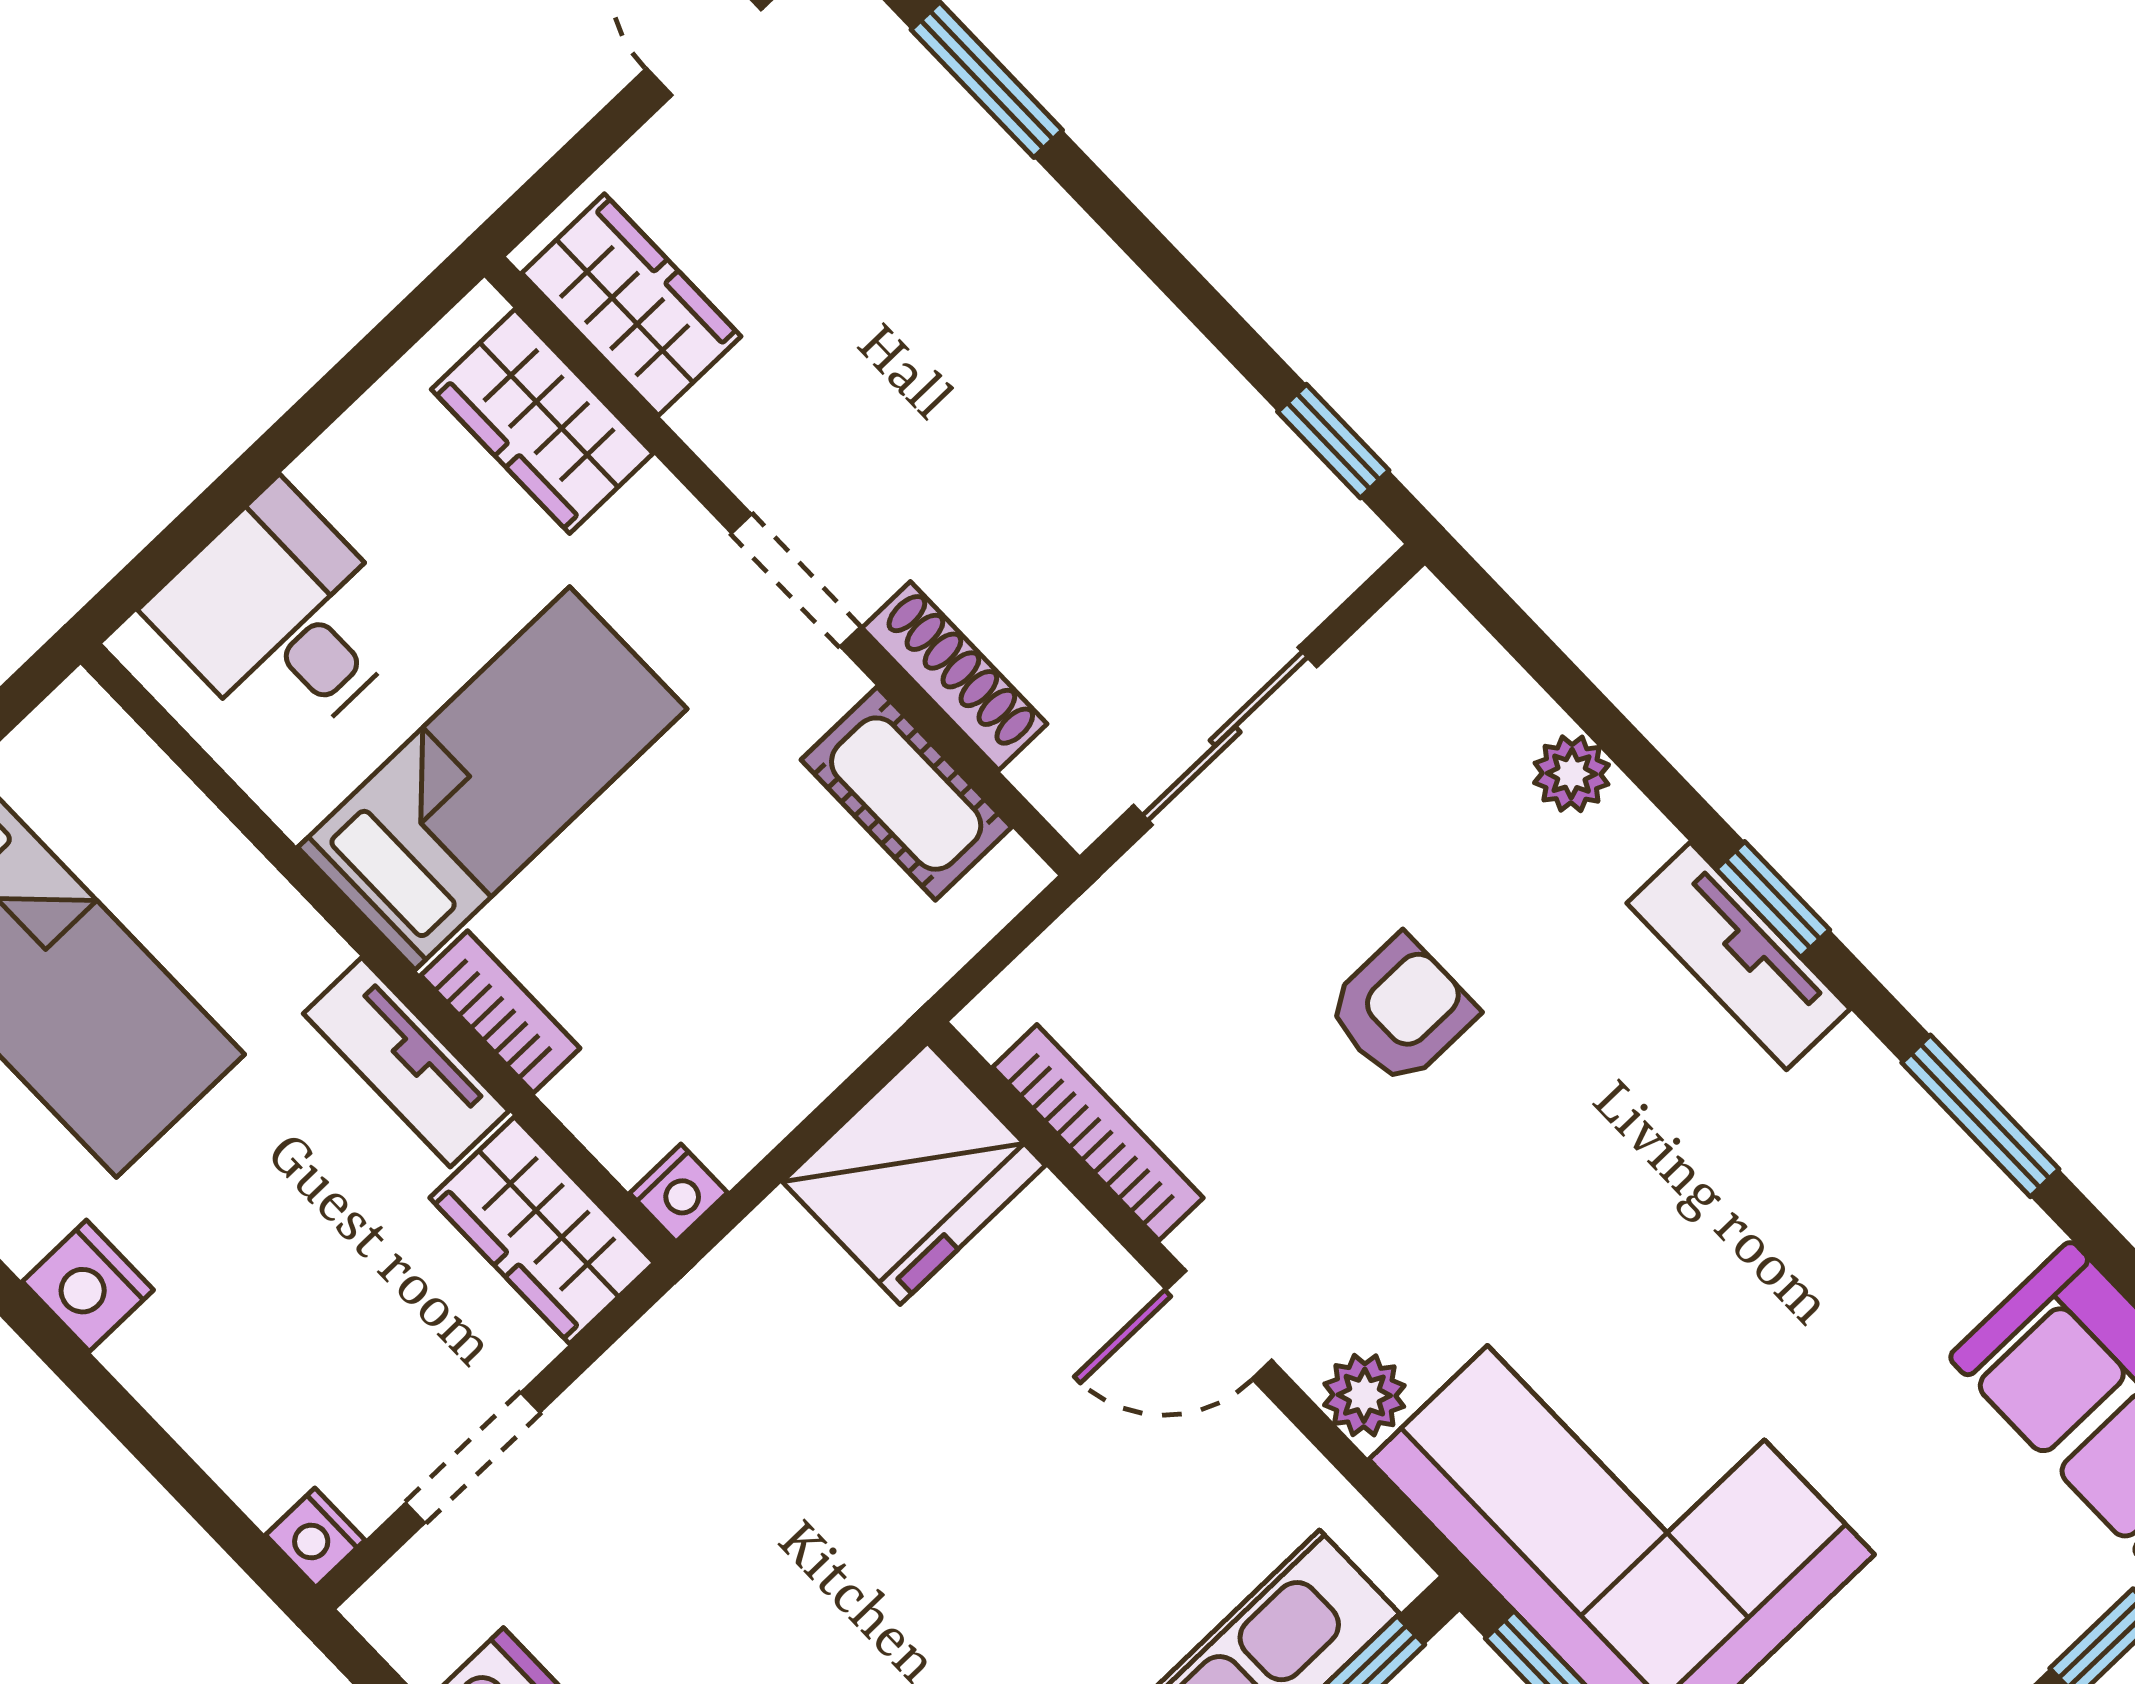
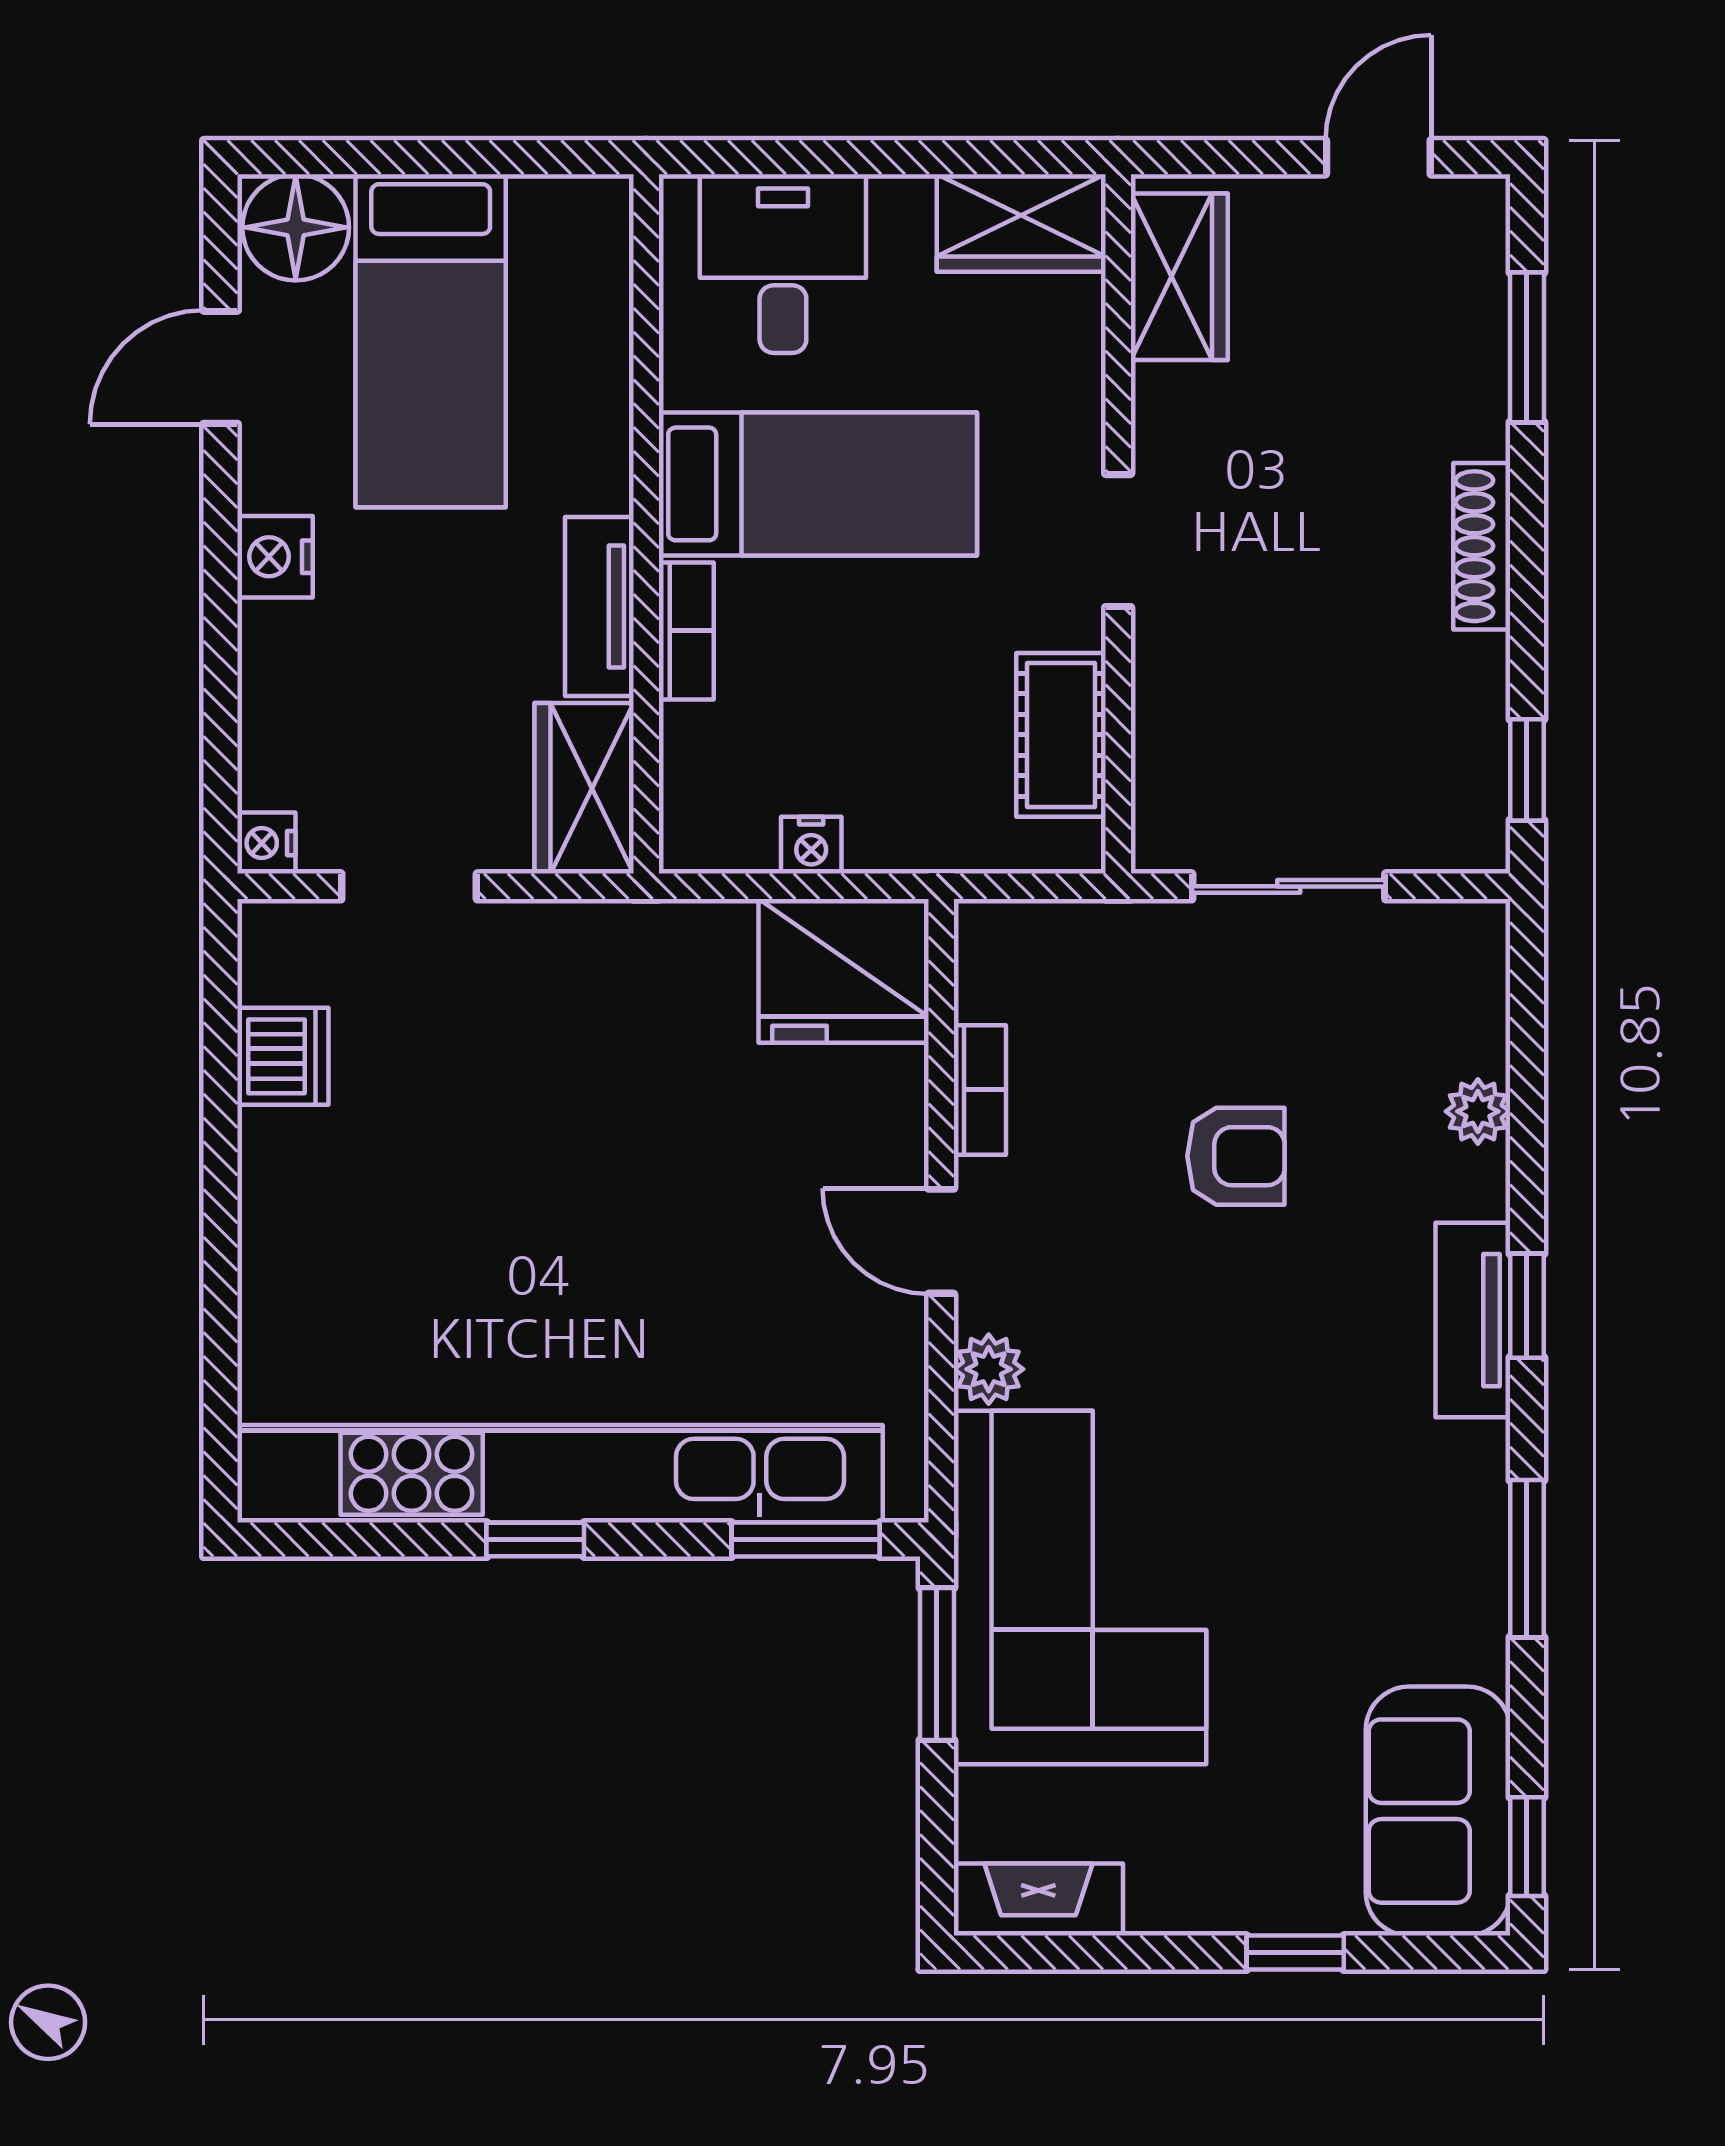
wardrobe: (542, 421) -> (1021, 223), moved, turned -90
shoe rack: (955, 676) -> (1482, 546), moved, turned 180
bookcase: (1098, 1132) -> (980, 1090), width x0.64
nightstand: (678, 1193) -> (811, 845), moved

